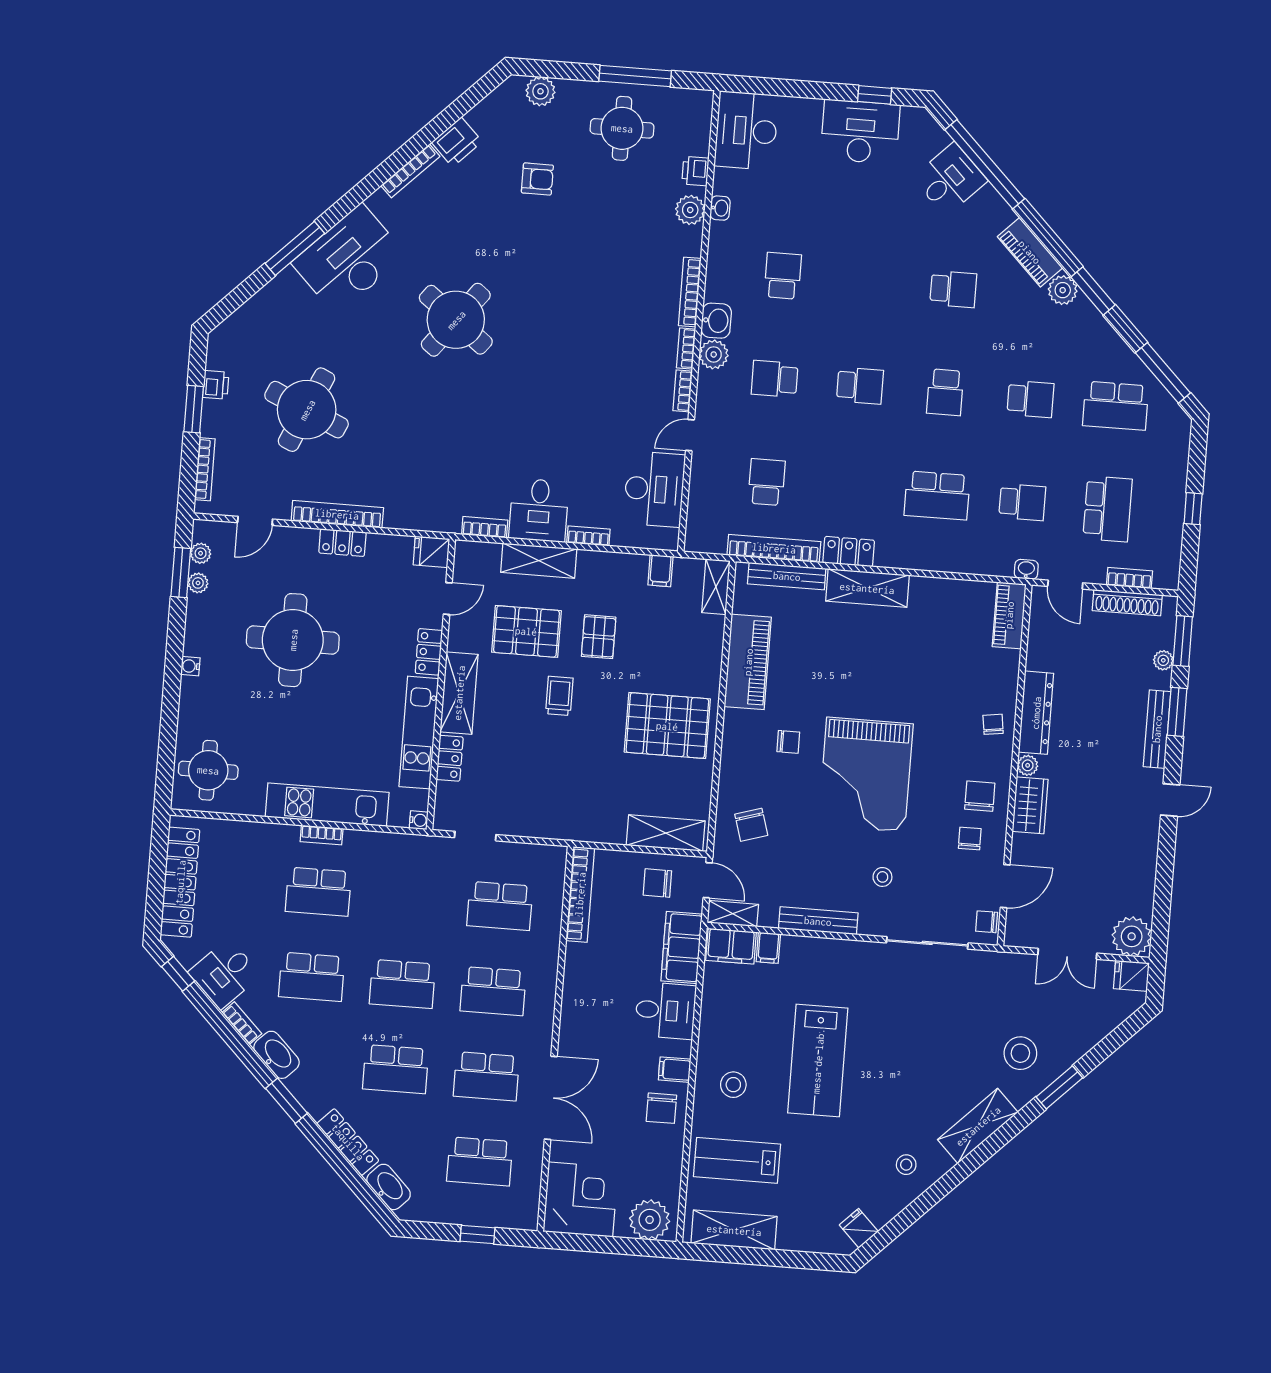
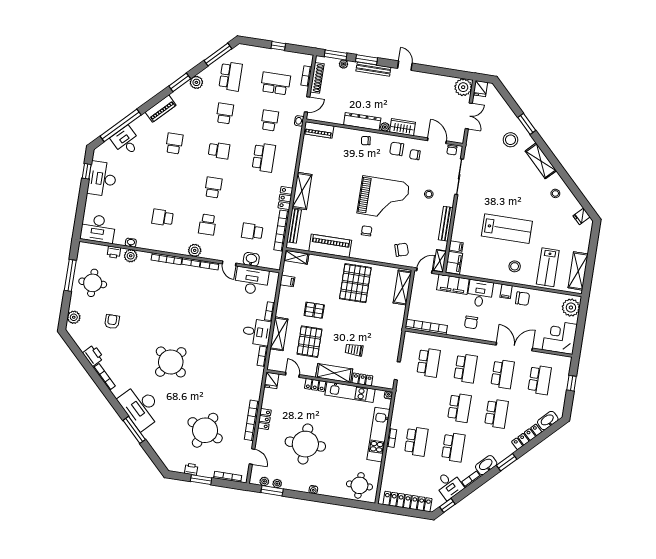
plant: (1063, 290) -> (196, 82), moved
washbasin: (716, 321) -> (251, 259), moved
trolley: (559, 696) -> (354, 350), moved
chair: (657, 883) -> (471, 322), moved

